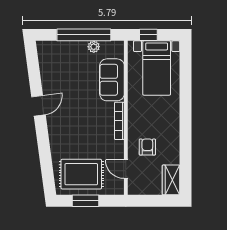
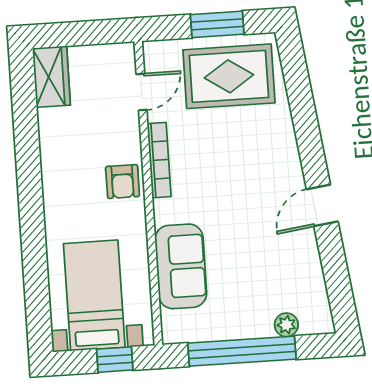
plant: (94, 47) -> (286, 325), moved
bookcase: (119, 121) -> (159, 160), moved
armchair: (147, 147) -> (123, 182), moved
door: (126, 169) -> (142, 92), hinge flipped

